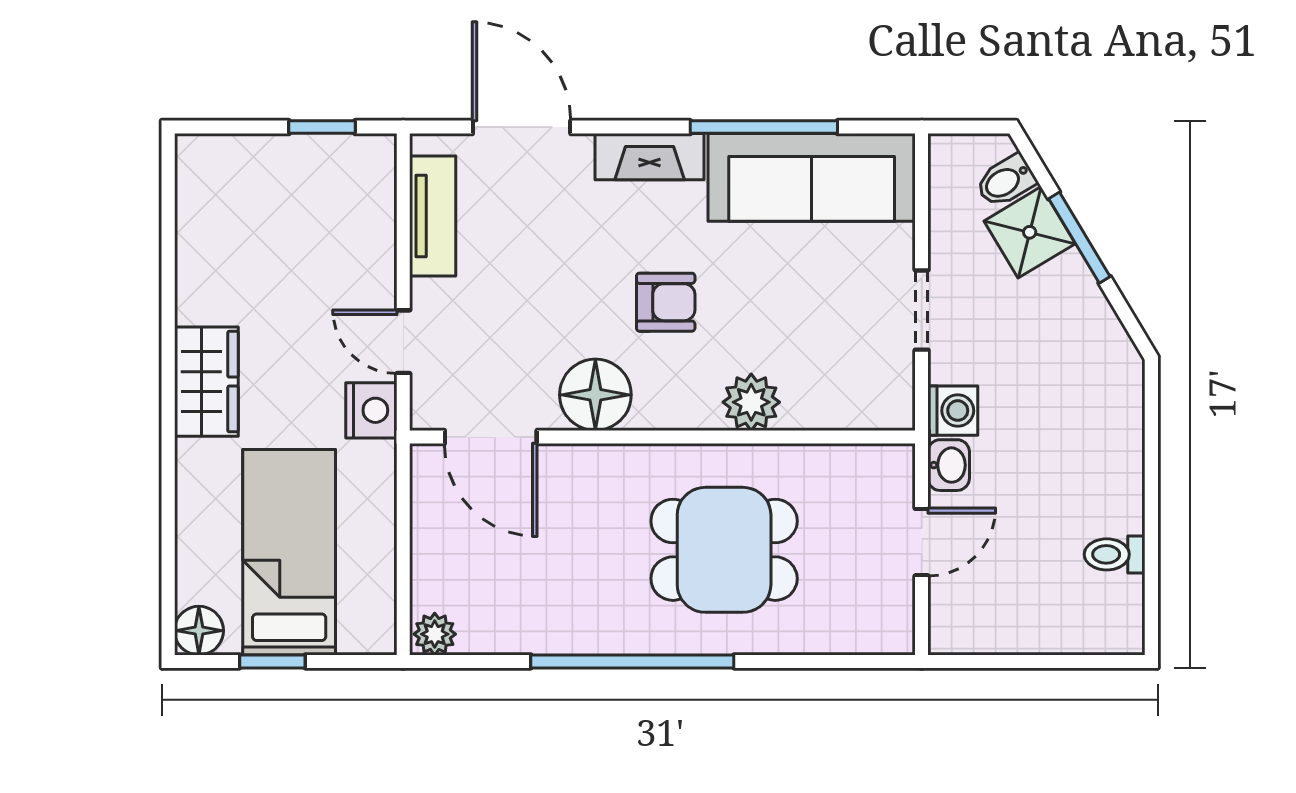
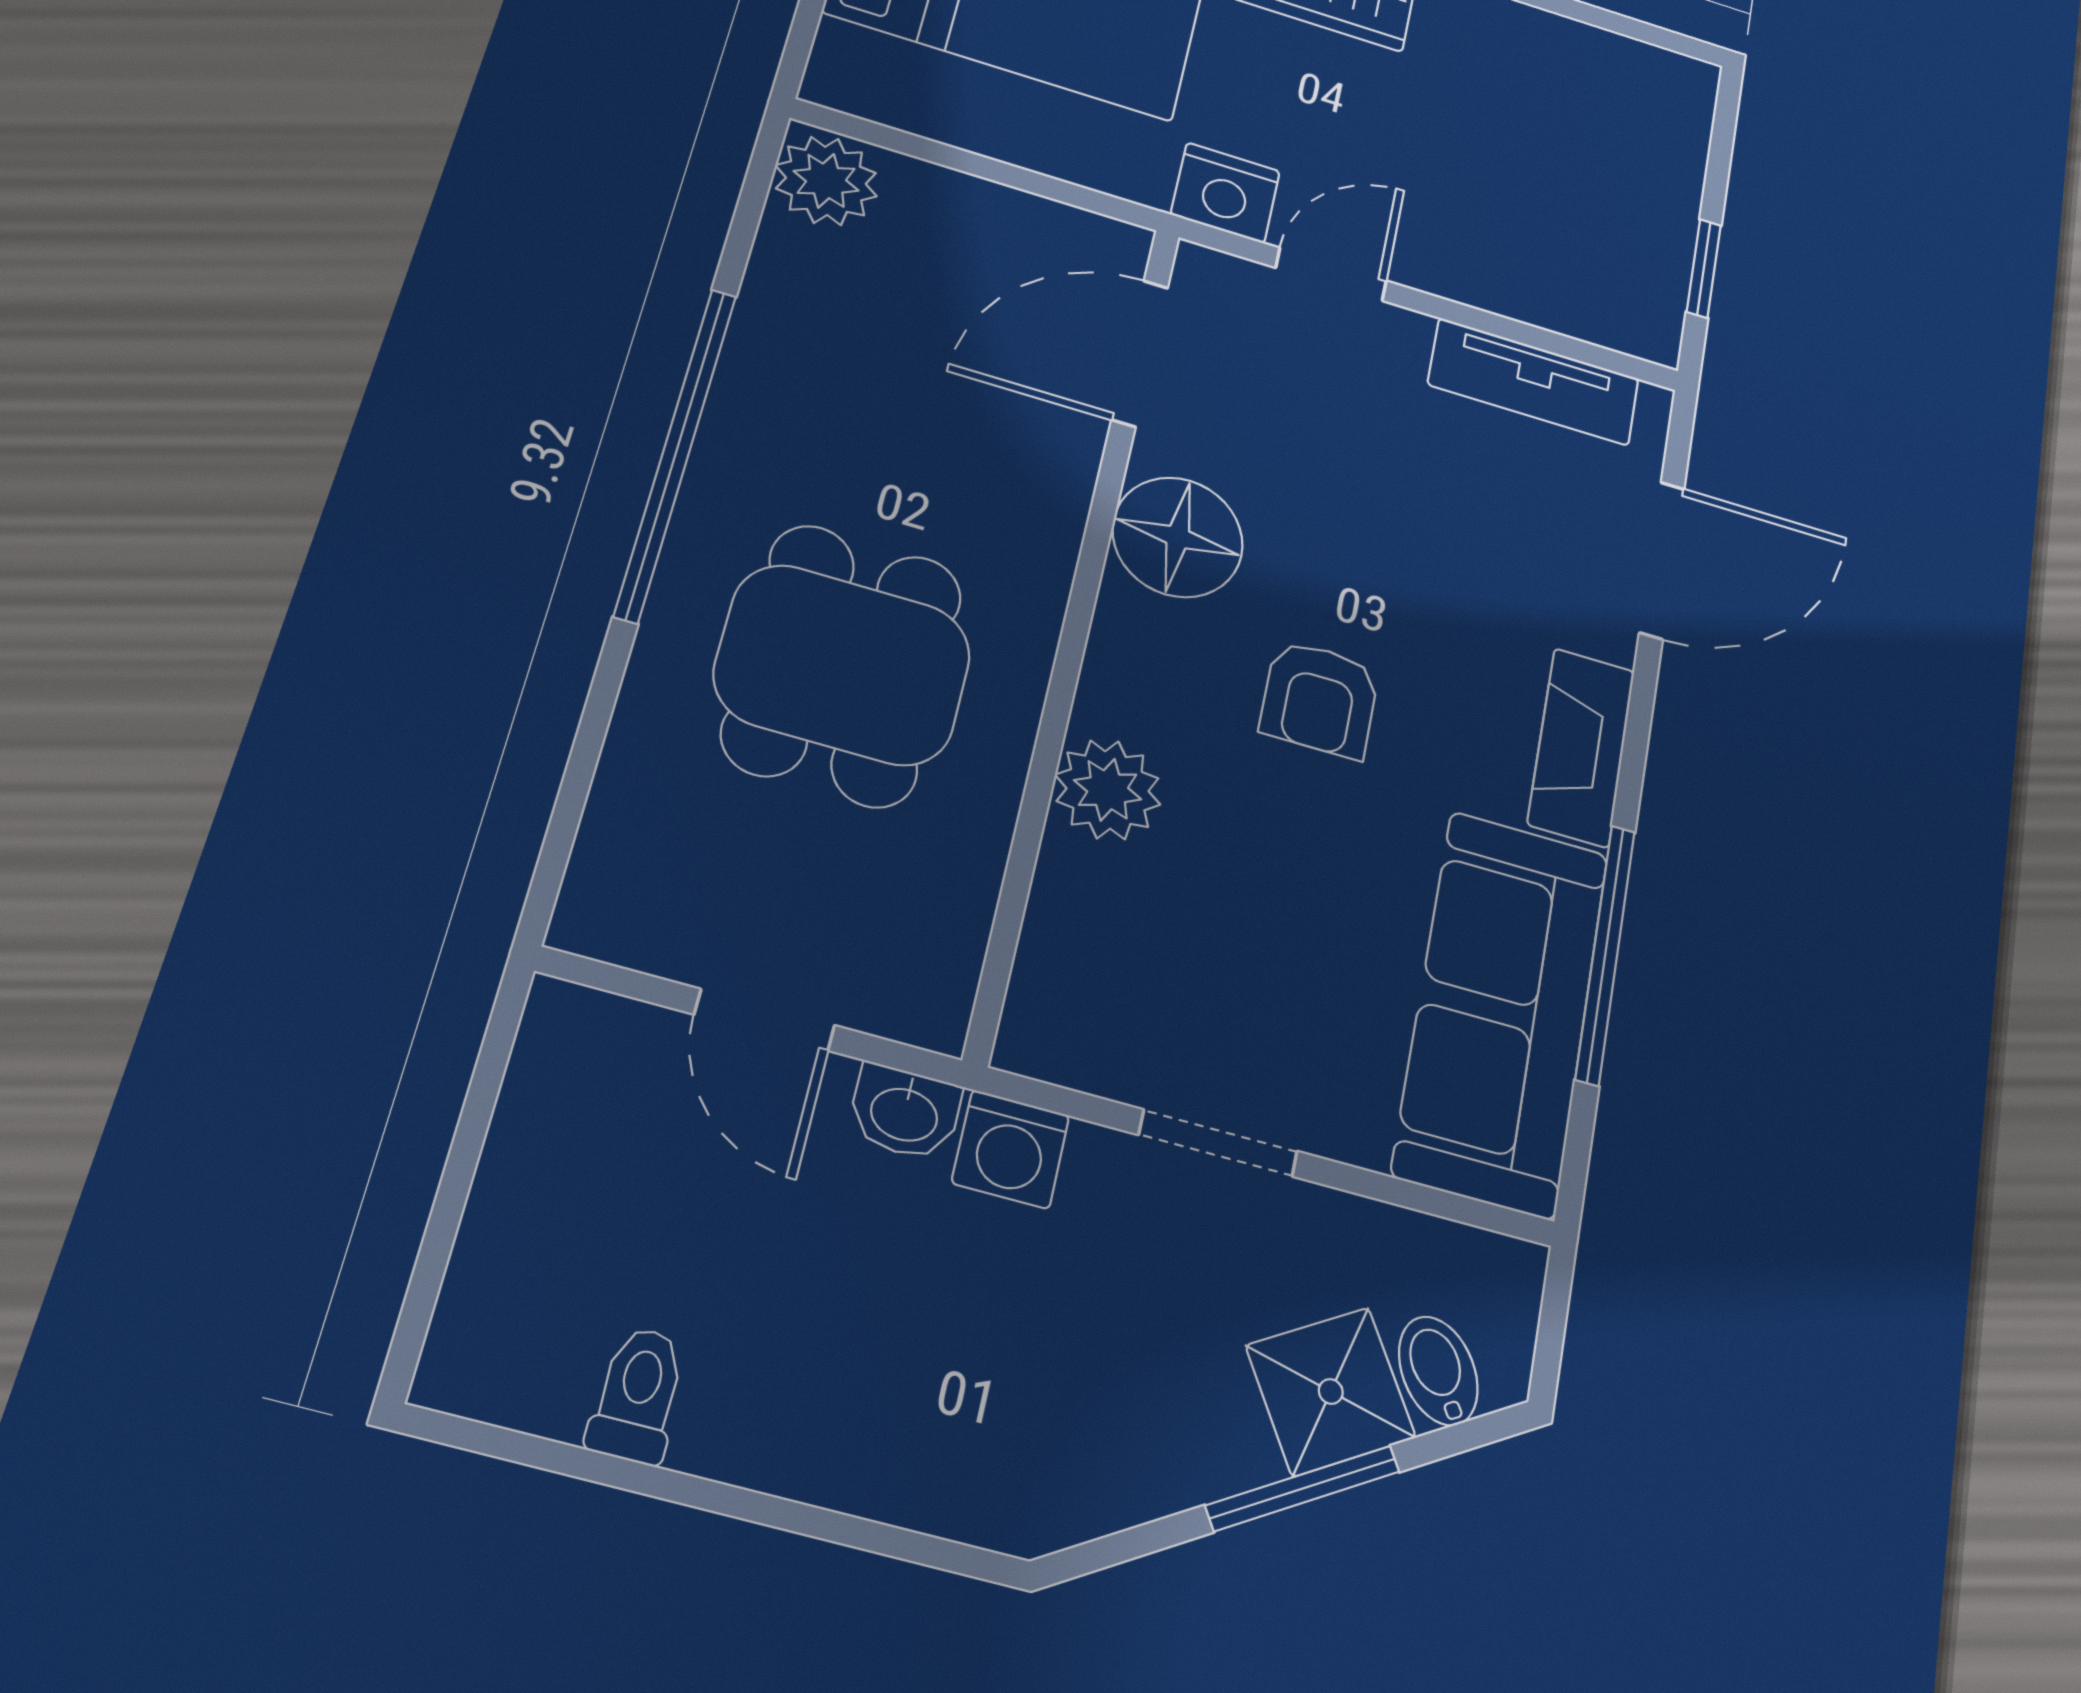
plant: (435, 634) -> (826, 181), width x1.38, depth x1.38

